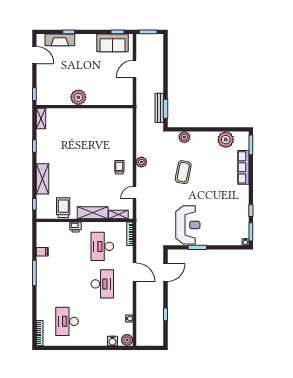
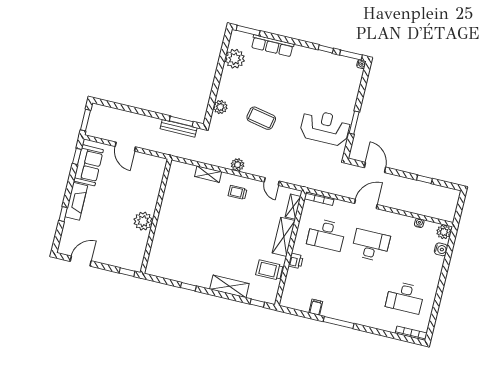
fireplace: (60, 40) -> (76, 201), moved
shelving: (41, 118) -> (208, 174), moved

